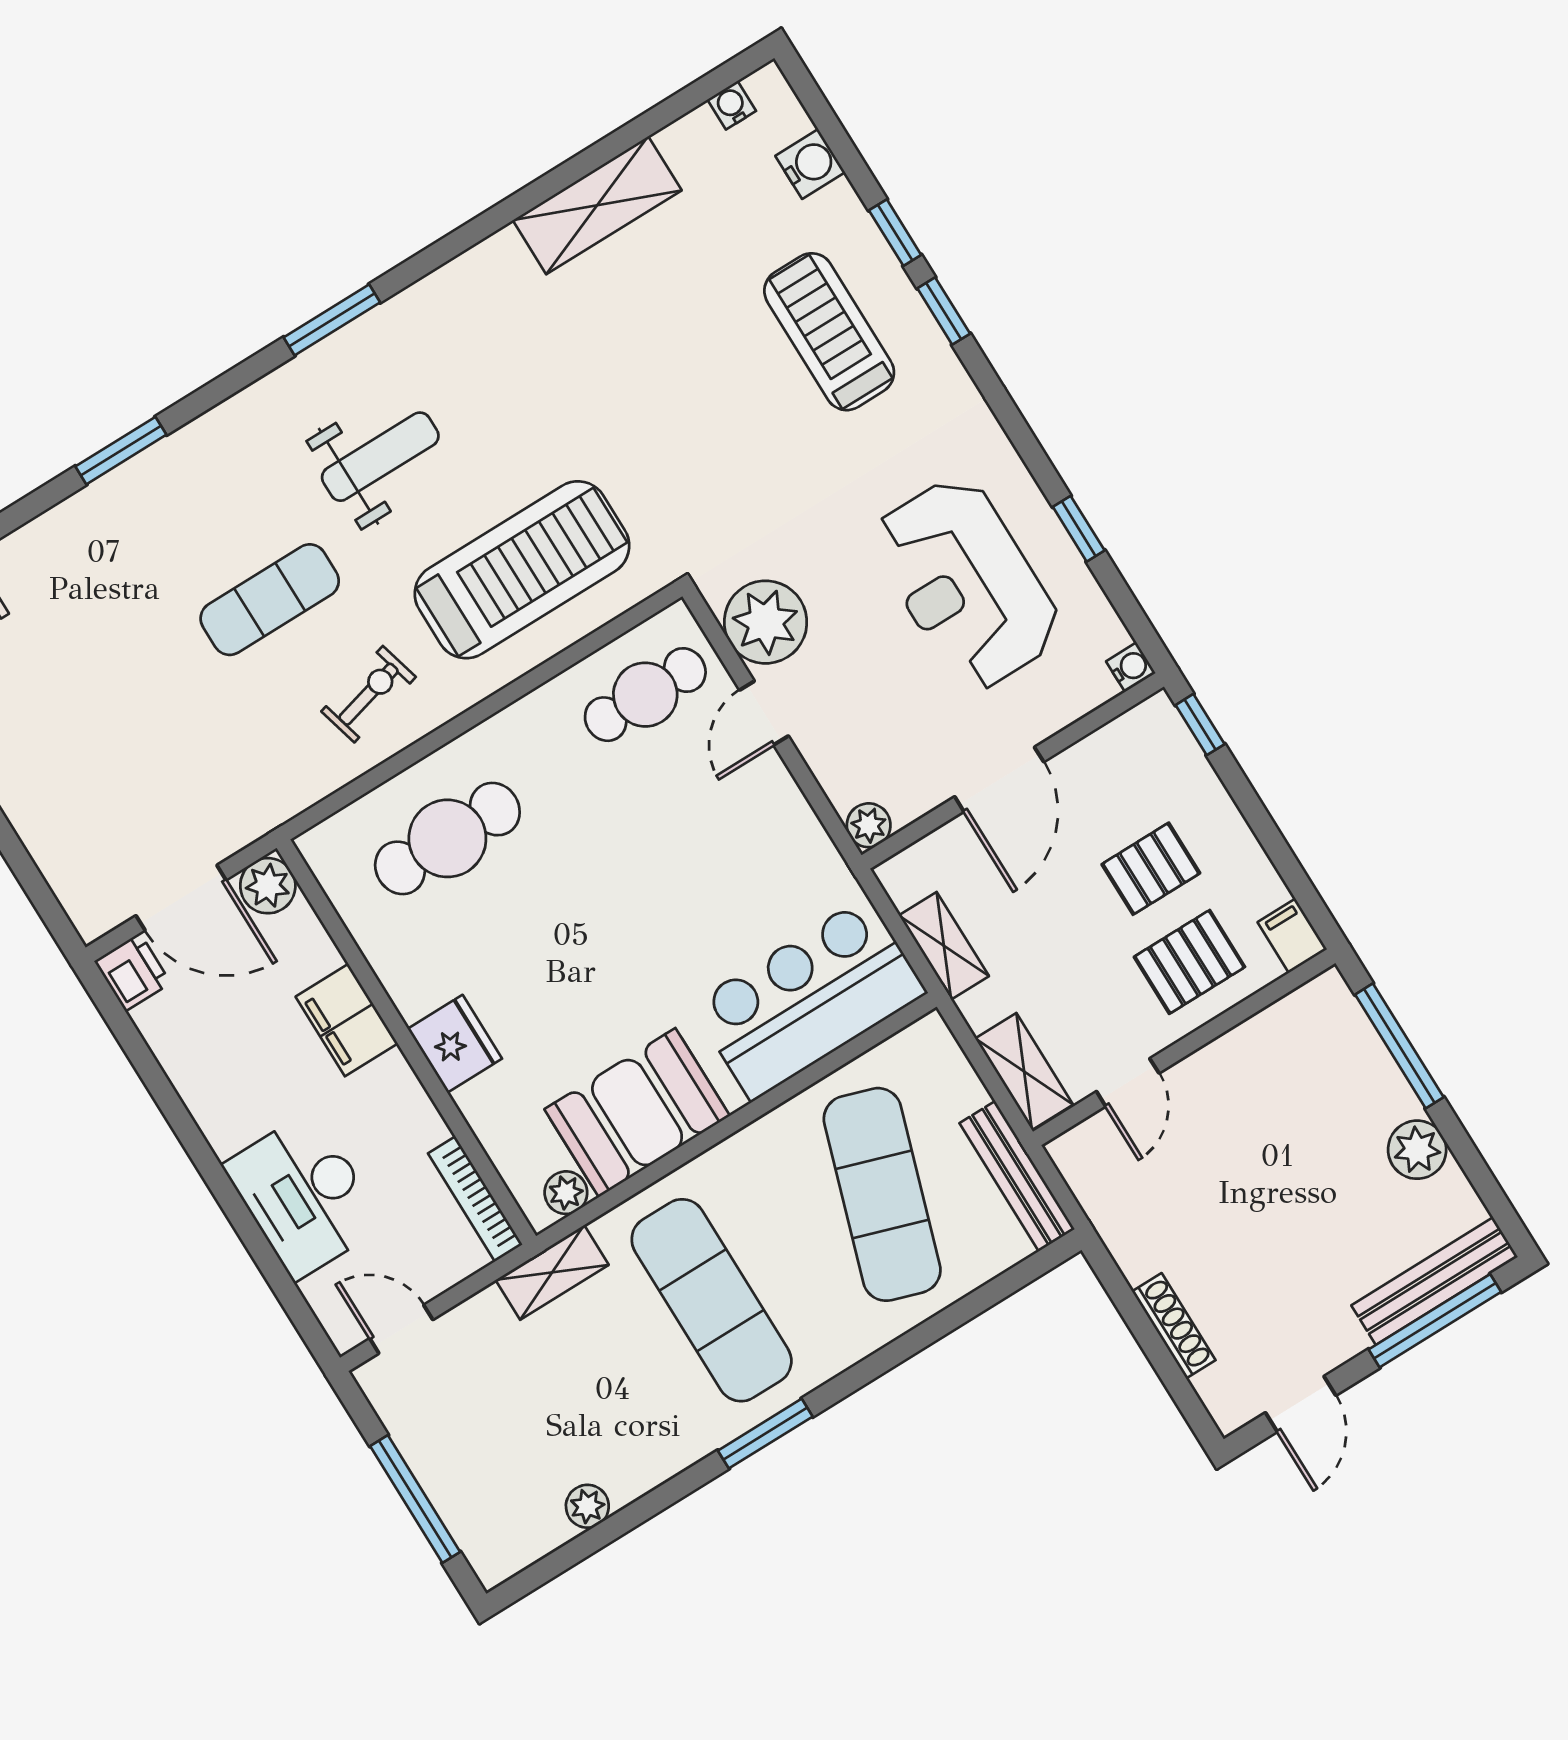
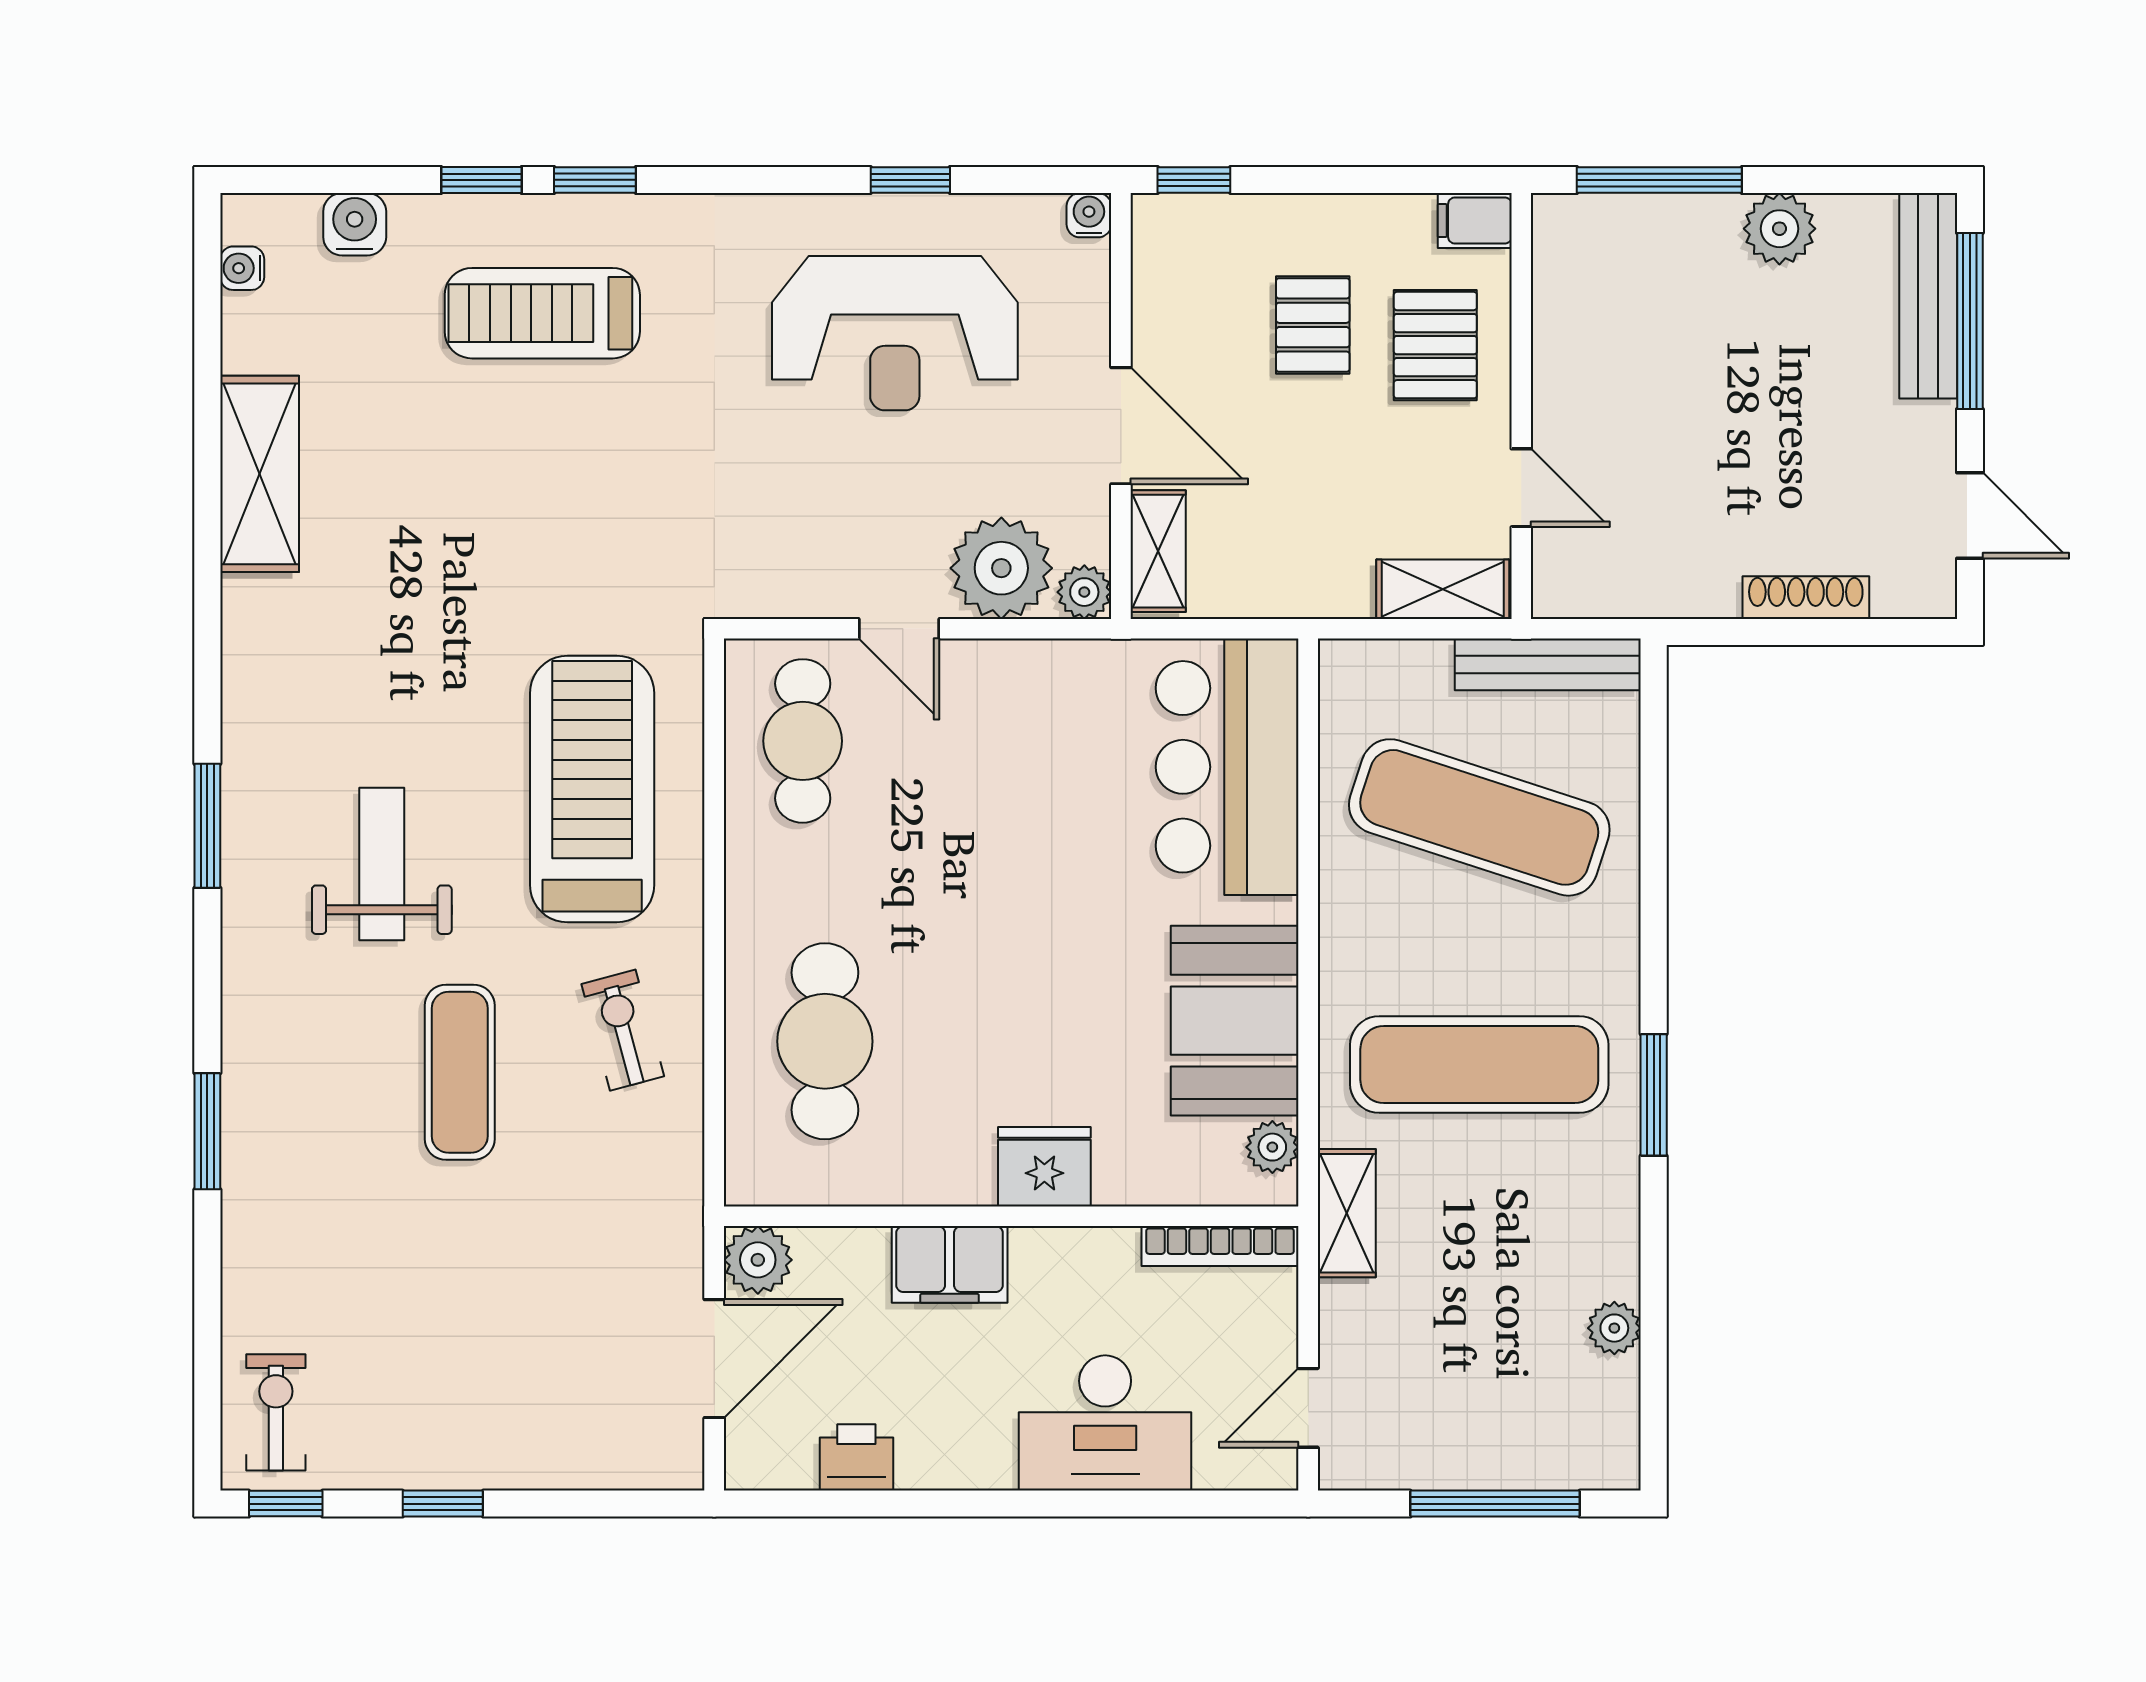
plant: (766, 622) -> (1001, 568), moved
shelving: (944, 946) -> (1158, 551), moved, turned 90
printer: (133, 972) -> (856, 1457), moved

